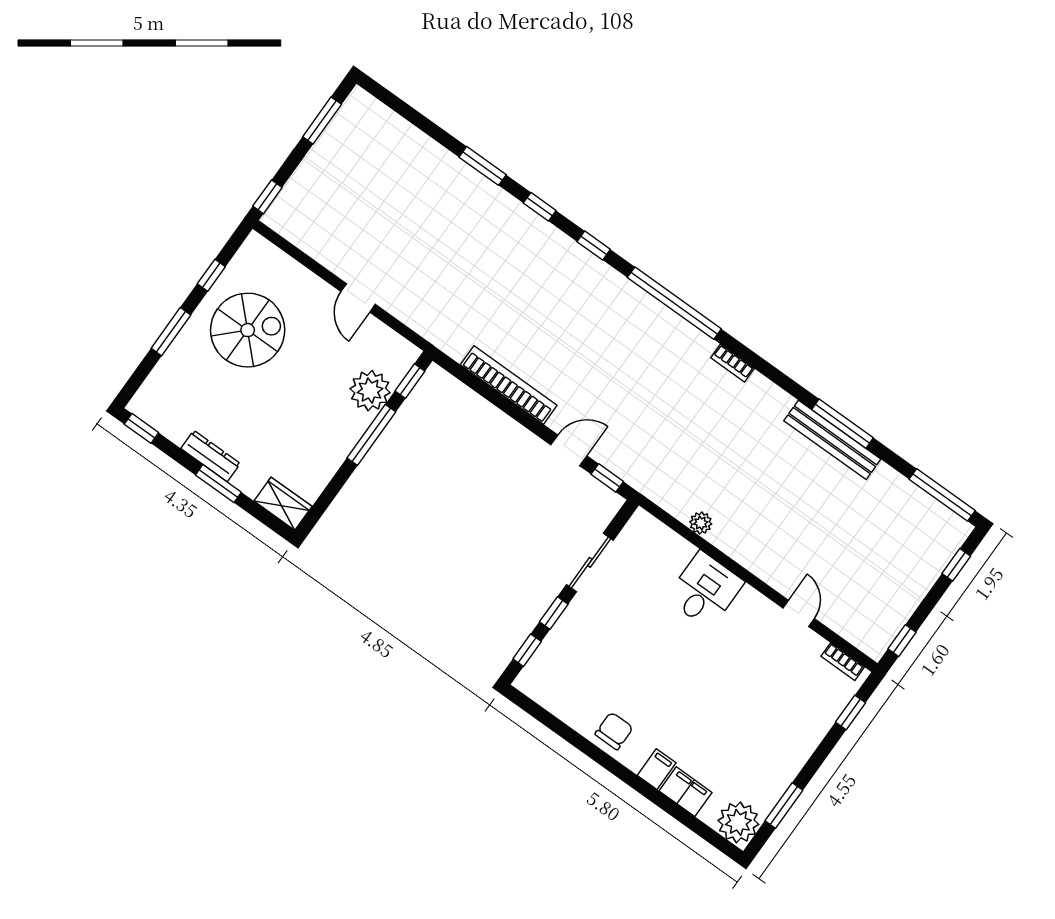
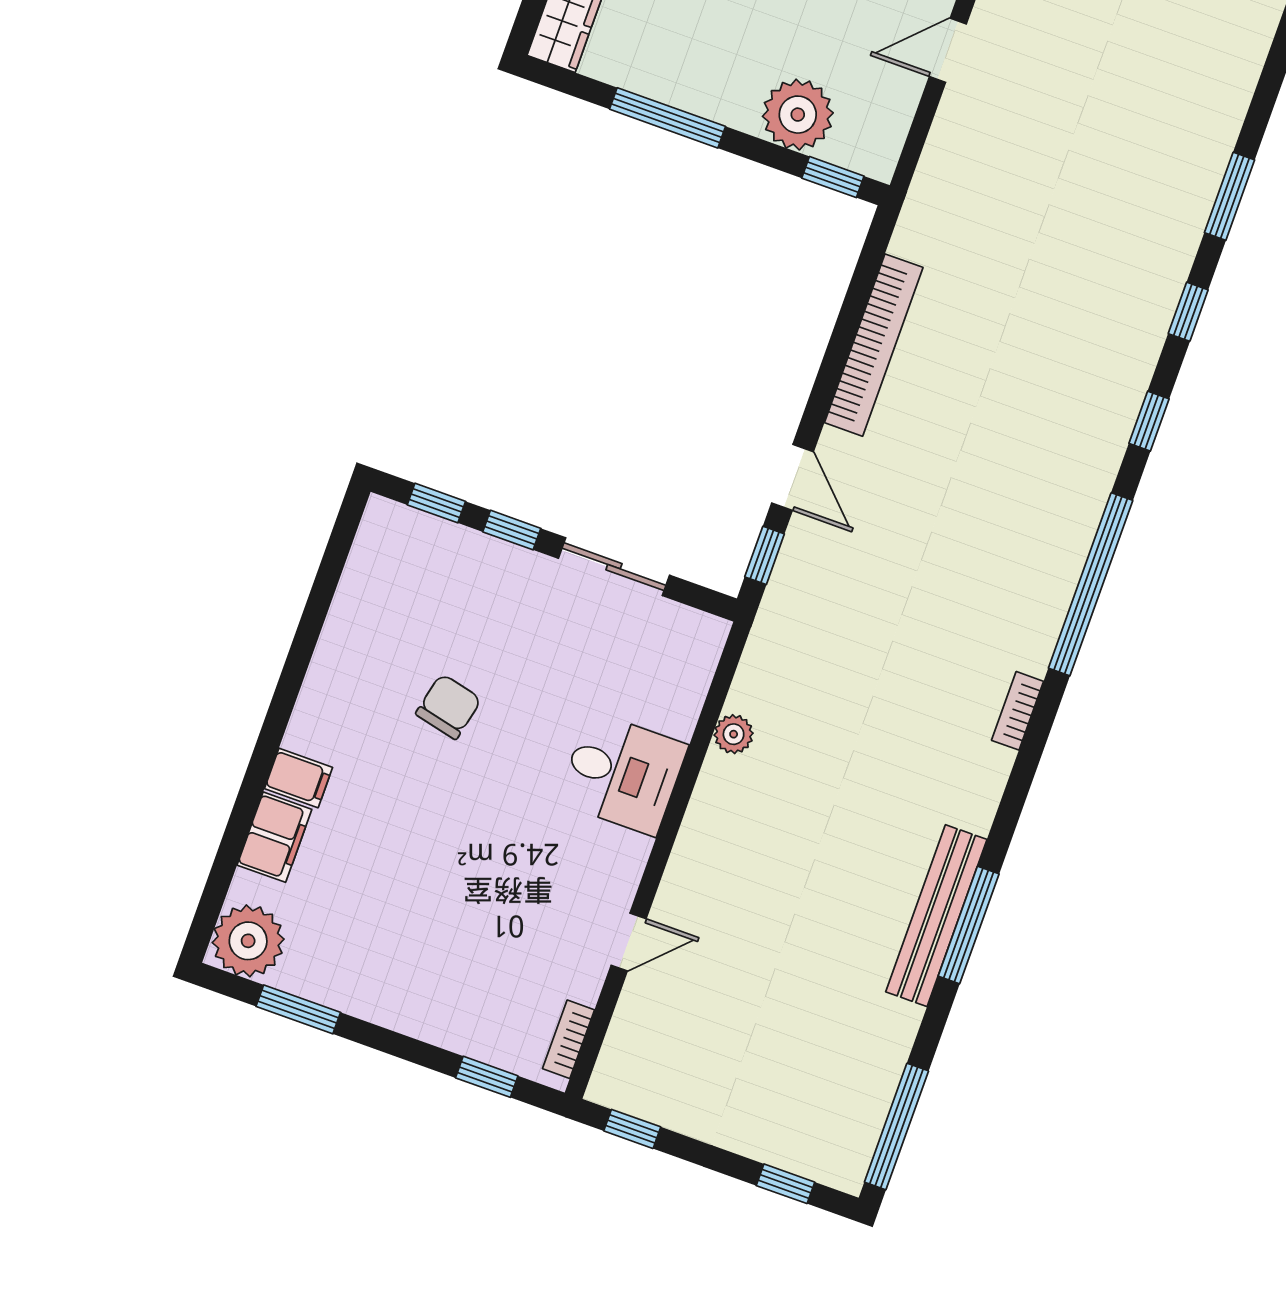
window: (371, 435) -> (667, 118), moved
chair: (614, 731) -> (449, 707), moved, turned -77

